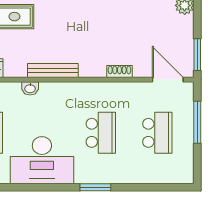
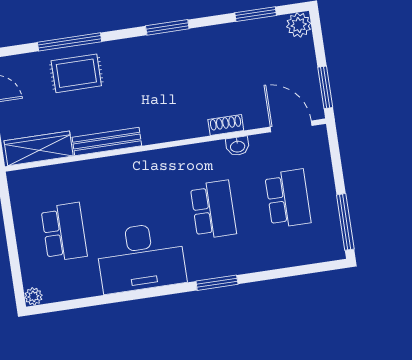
bench: (53, 71) -> (107, 142), moved
washbasin: (30, 88) -> (238, 146), moved
window: (197, 122) -> (345, 222), moved

